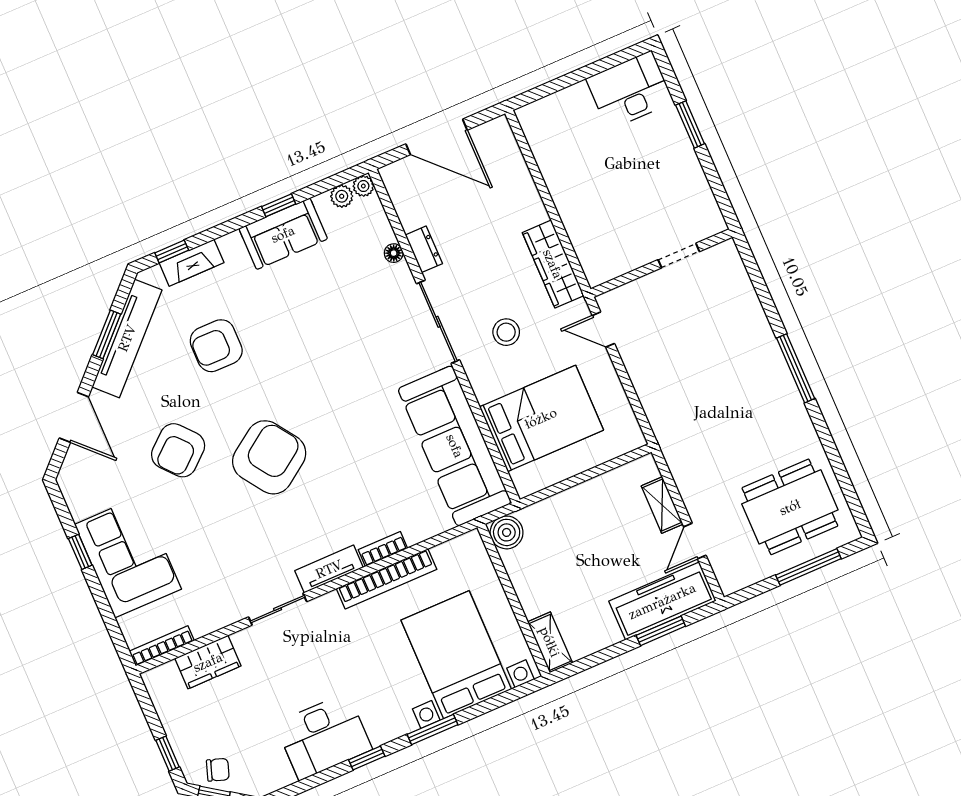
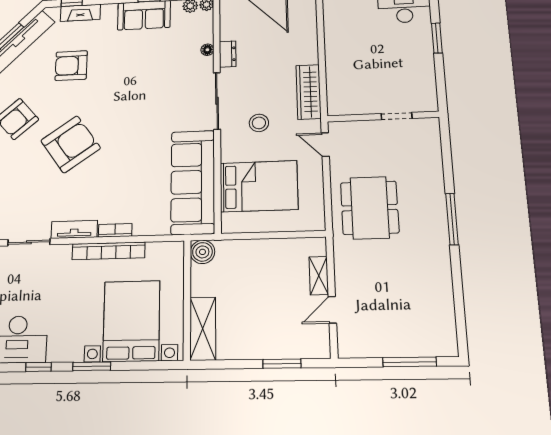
dining table: (790, 507) -> (370, 208), moved, turned 90
freezer: (662, 601) -> (292, 343), removed
shelving: (550, 642) -> (203, 329), width x1.50, depth x1.33

